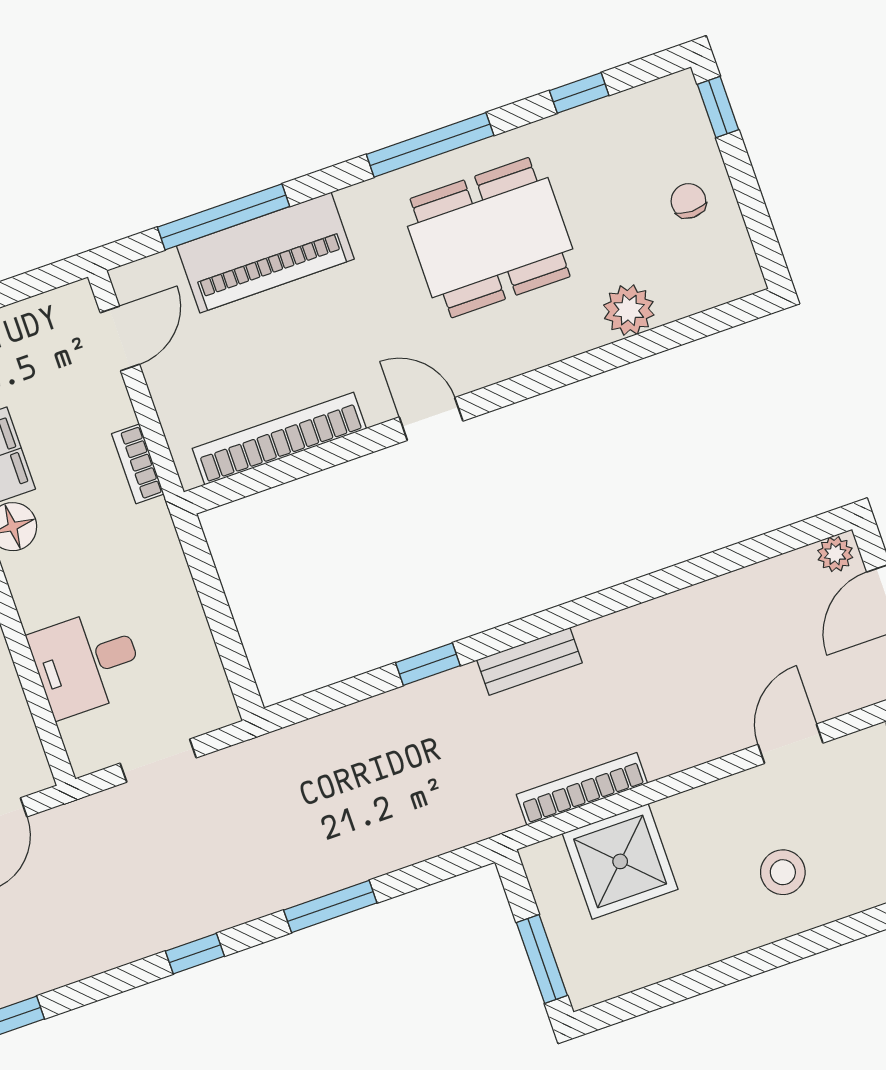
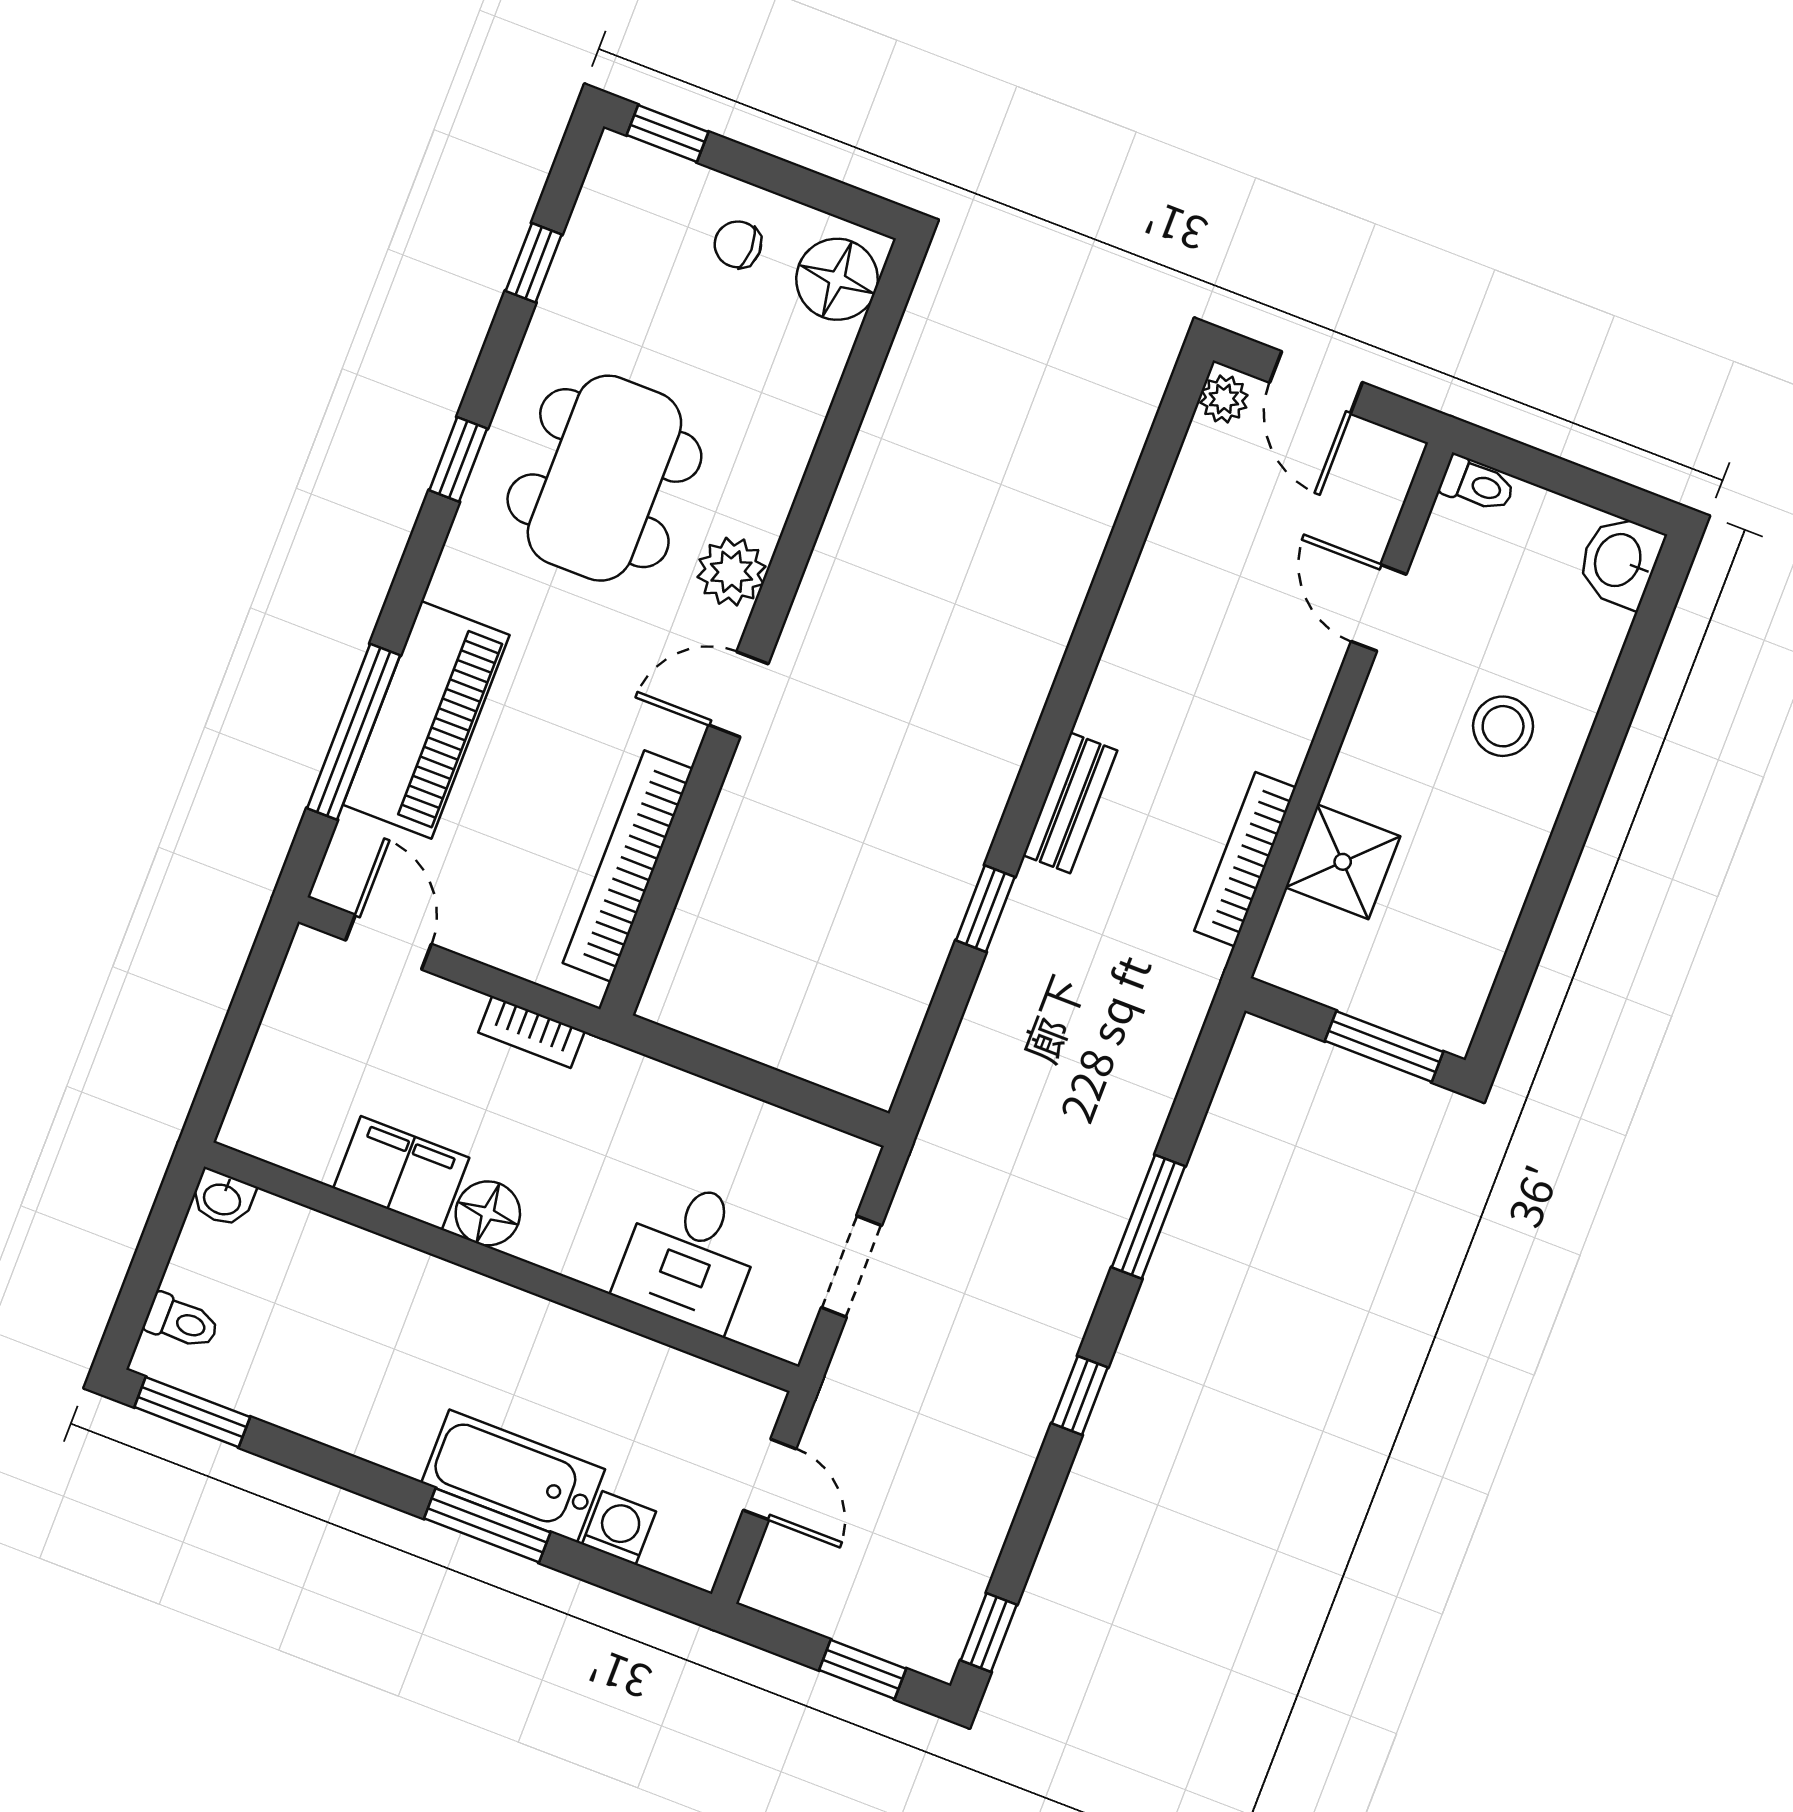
window: (430, 145) -> (458, 459), width x0.46
floor lamp: (717, 275) -> (837, 279), added
plant: (629, 310) -> (731, 572), moved
shower: (620, 861) -> (1343, 862), width x0.73, depth x0.73

